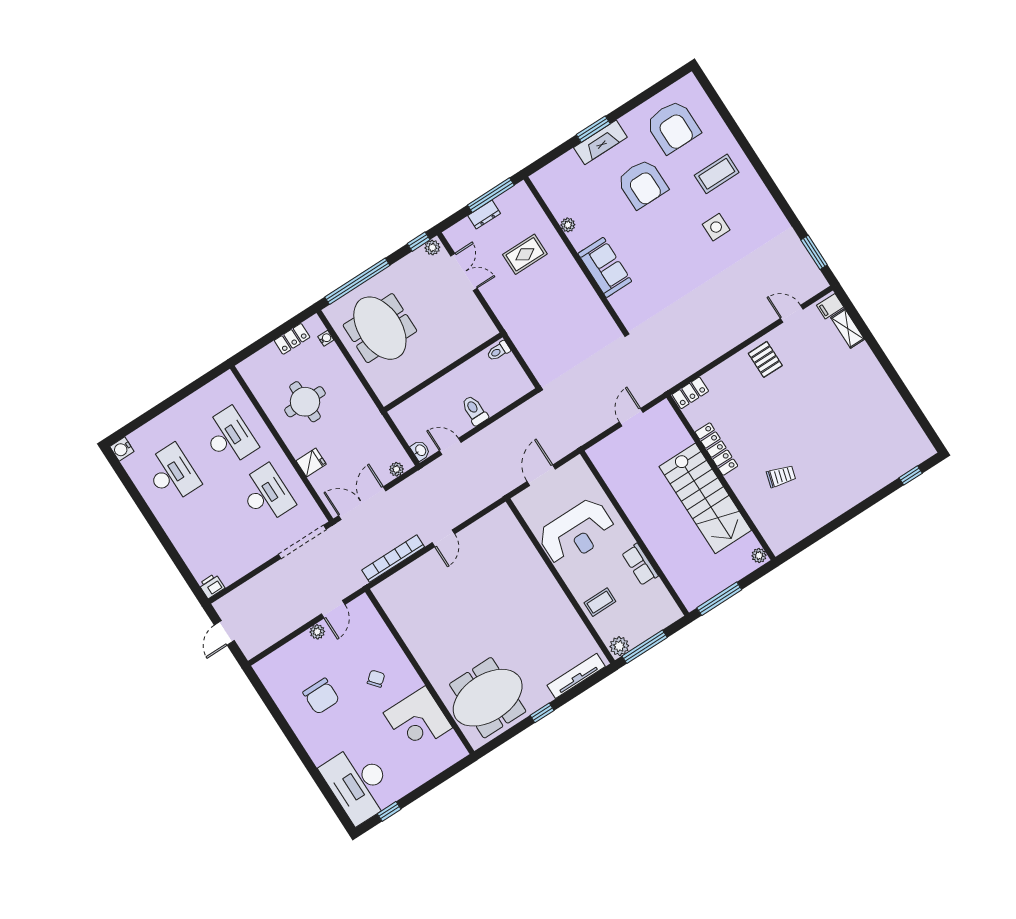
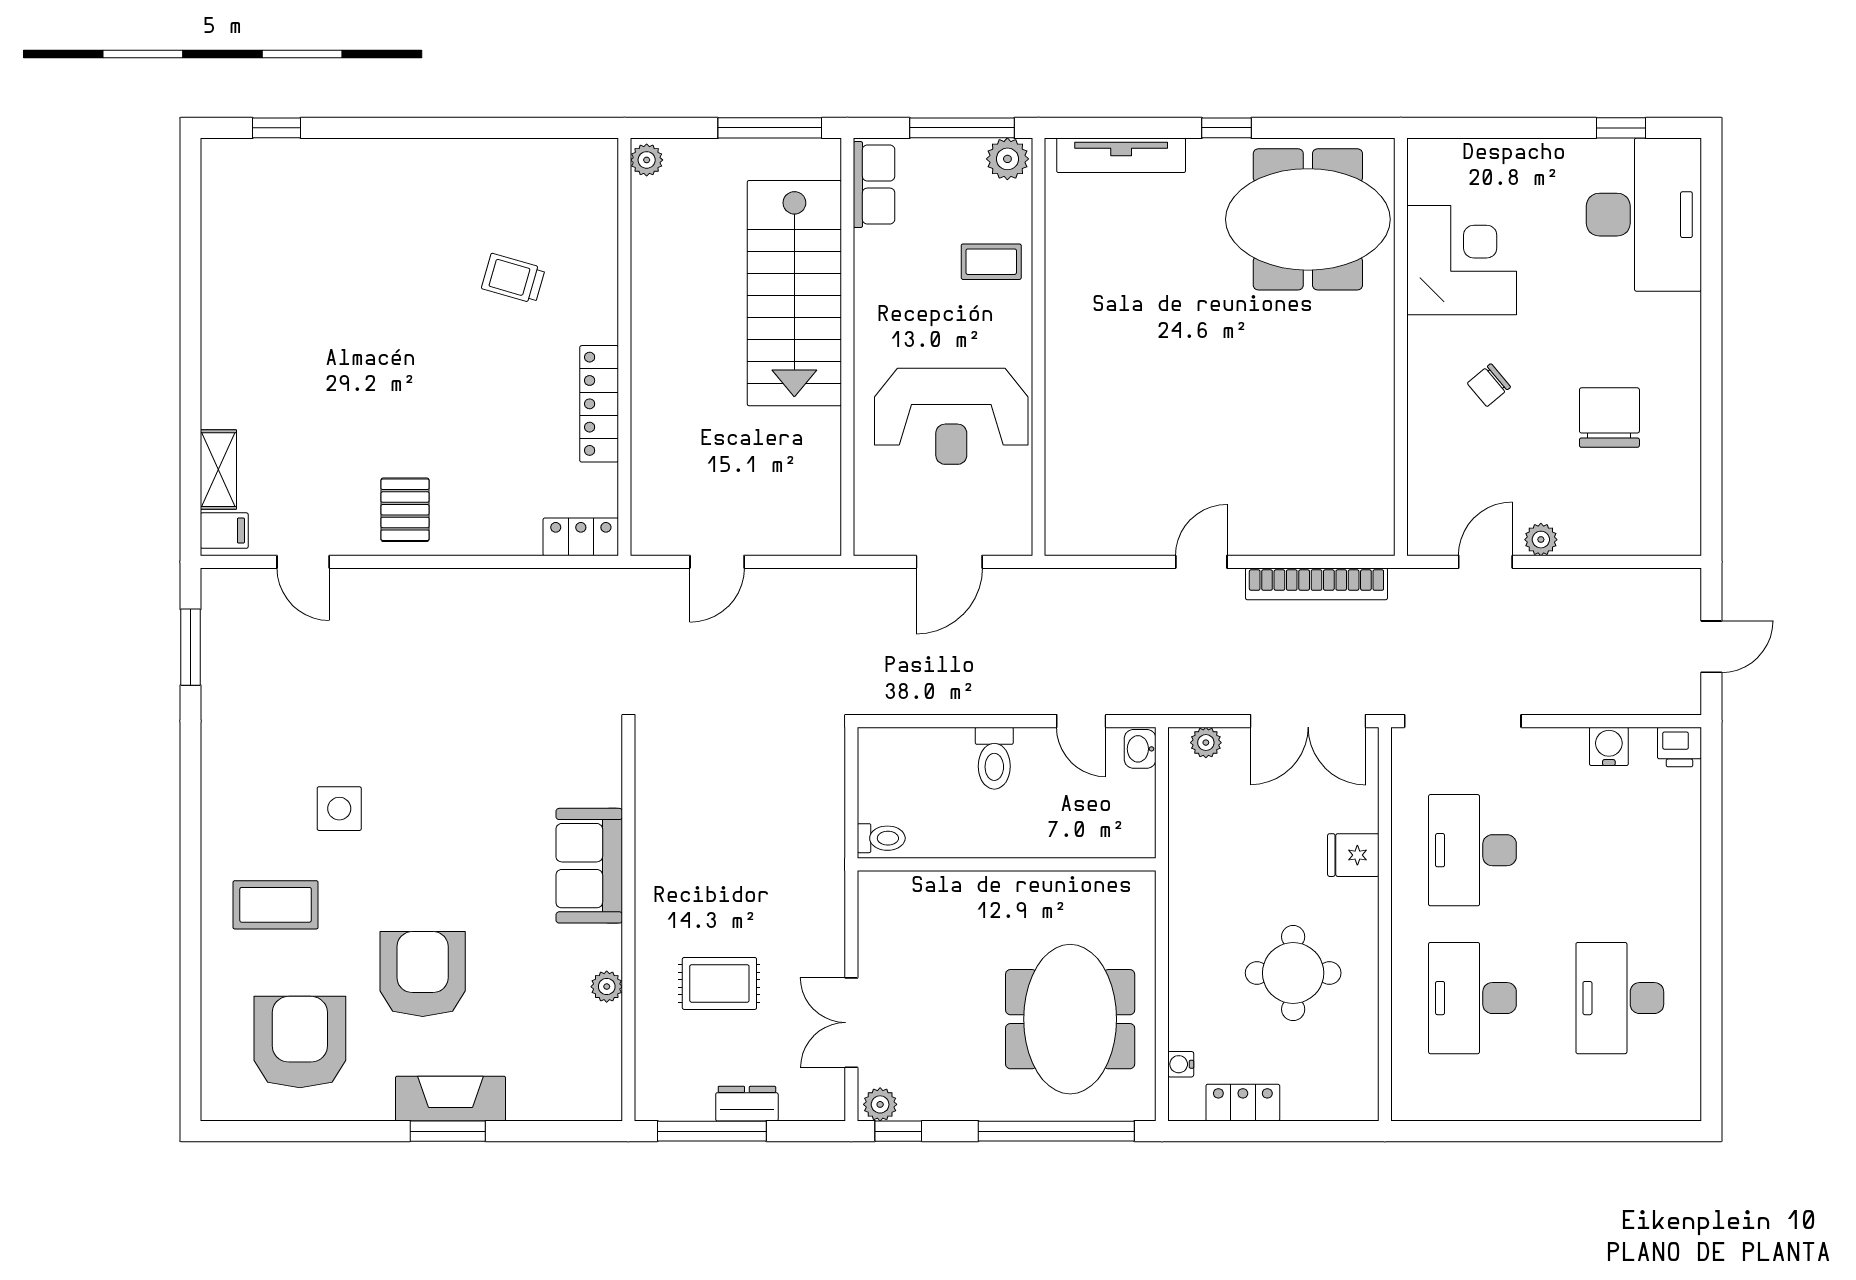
water cooler: (122, 449) -> (1609, 746), moved, turned -90
stairs: (705, 498) -> (794, 293), moved, turned 180
reception desk: (577, 532) -> (951, 416), turned 180
row of seats: (640, 564) -> (874, 185), moved

